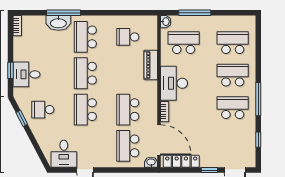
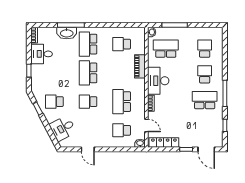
school desk: (233, 43) -> (205, 49), width x0.54
desk: (27, 74) -> (42, 54), moved
school desk: (233, 75) -> (205, 74), width x0.54
school desk: (85, 110) -> (88, 102), width x0.54
door: (159, 140) -> (146, 126), width x0.53
school desk: (128, 146) -> (122, 130), width x0.54
desk: (64, 154) -> (63, 128), moved, turned 62

